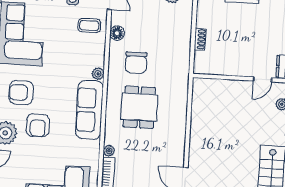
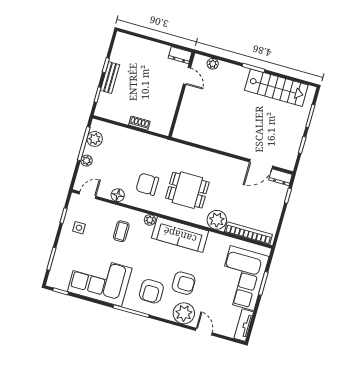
coffee table: (89, 25) -> (121, 231), moved
chair: (136, 62) -> (147, 184), turned 180
plant: (109, 151) -> (217, 220), width x1.88, depth x1.88

